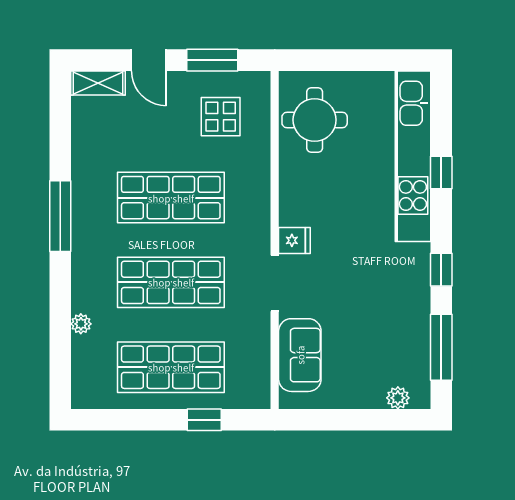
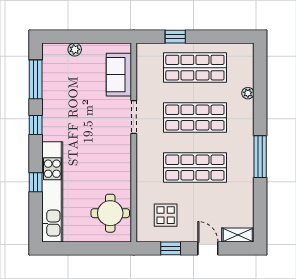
window: (212, 60) -> (171, 248), width x0.67
fridge: (294, 240) -> (122, 142), removed
plant: (398, 398) -> (75, 49), moved

